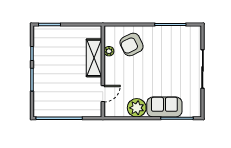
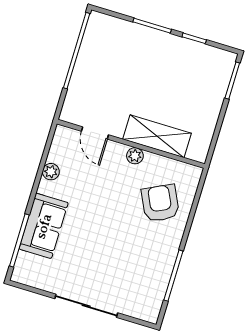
plant: (109, 51) -> (135, 156), moved
plant: (137, 108) -> (51, 172), width x0.53, depth x0.53

